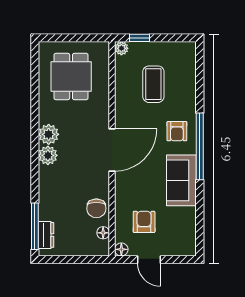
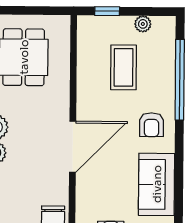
plant: (121, 48) -> (143, 24), moved
window: (200, 146) -> (180, 80), moved

